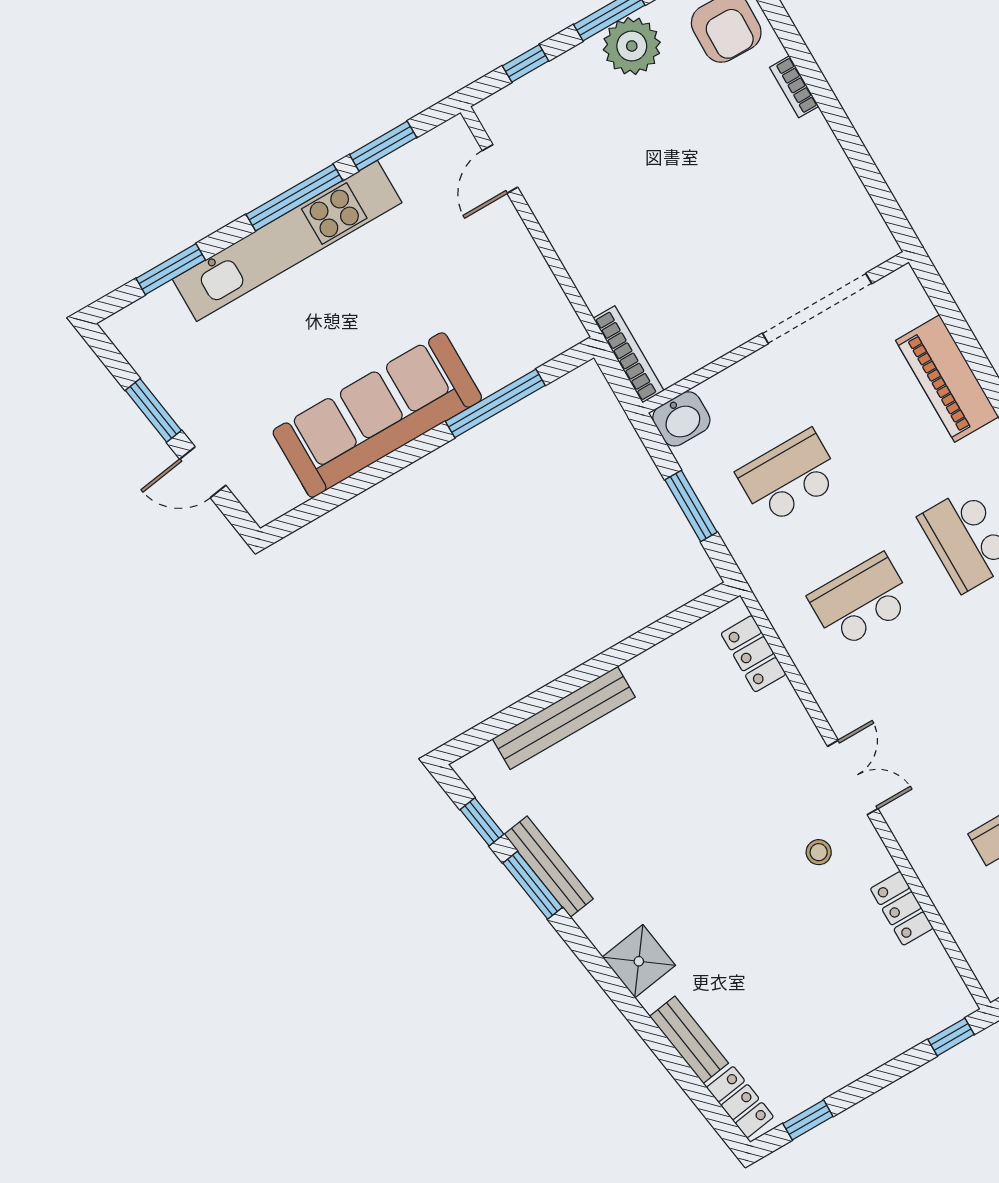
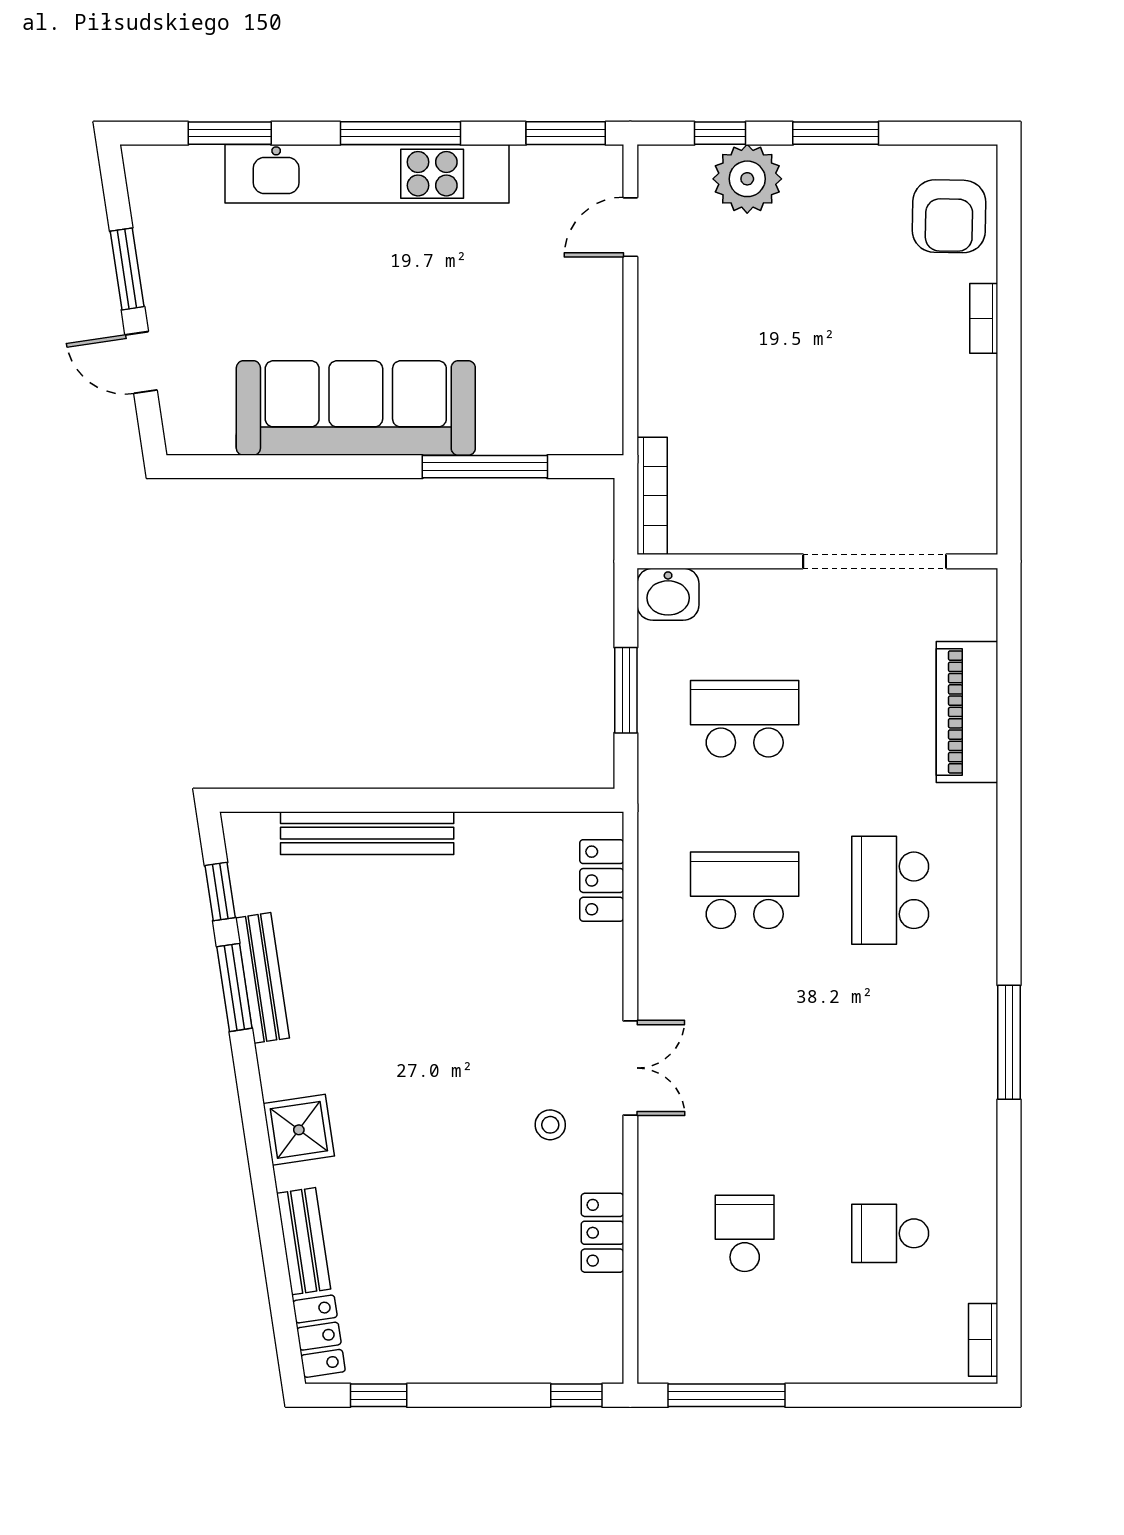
plant: (632, 46) -> (747, 179), moved
window: (383, 146) -> (566, 133), moved

